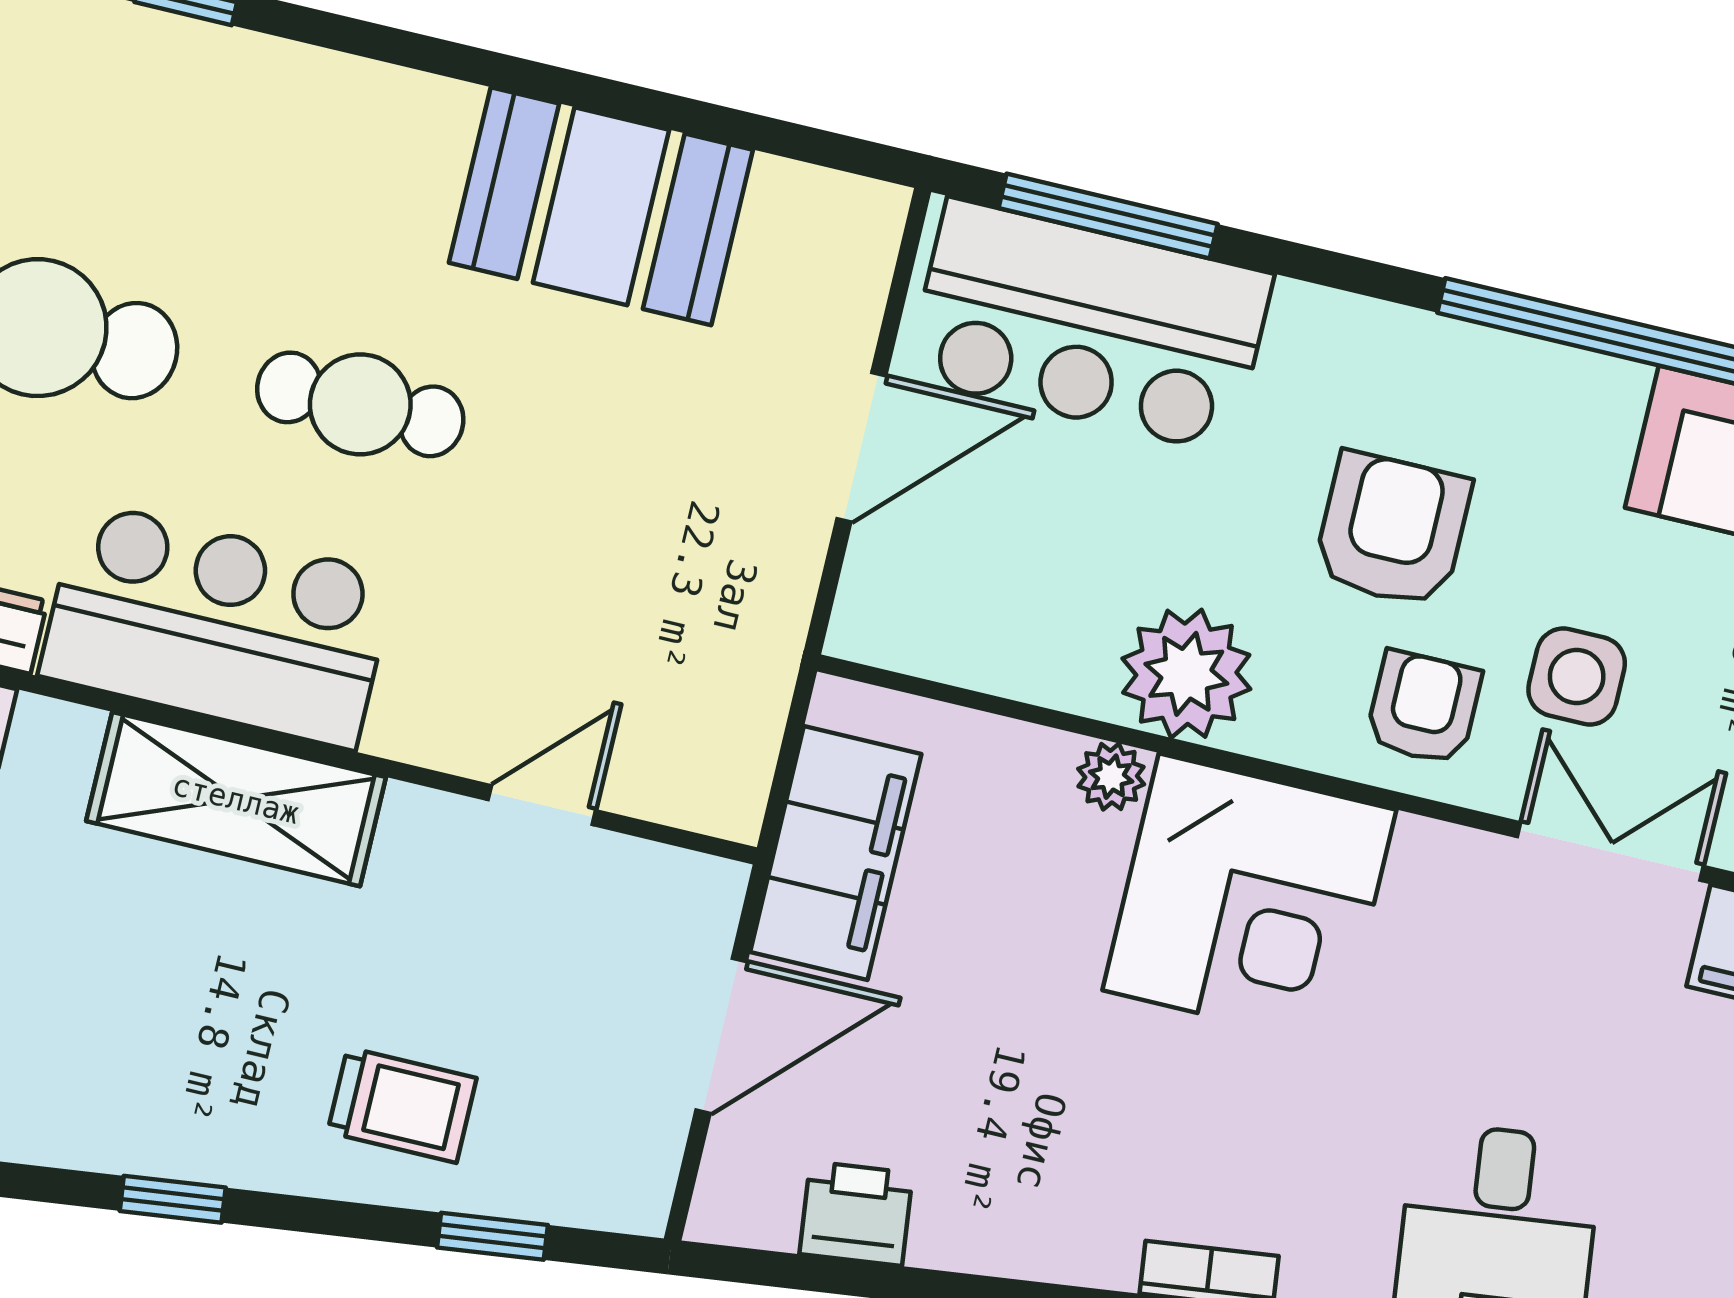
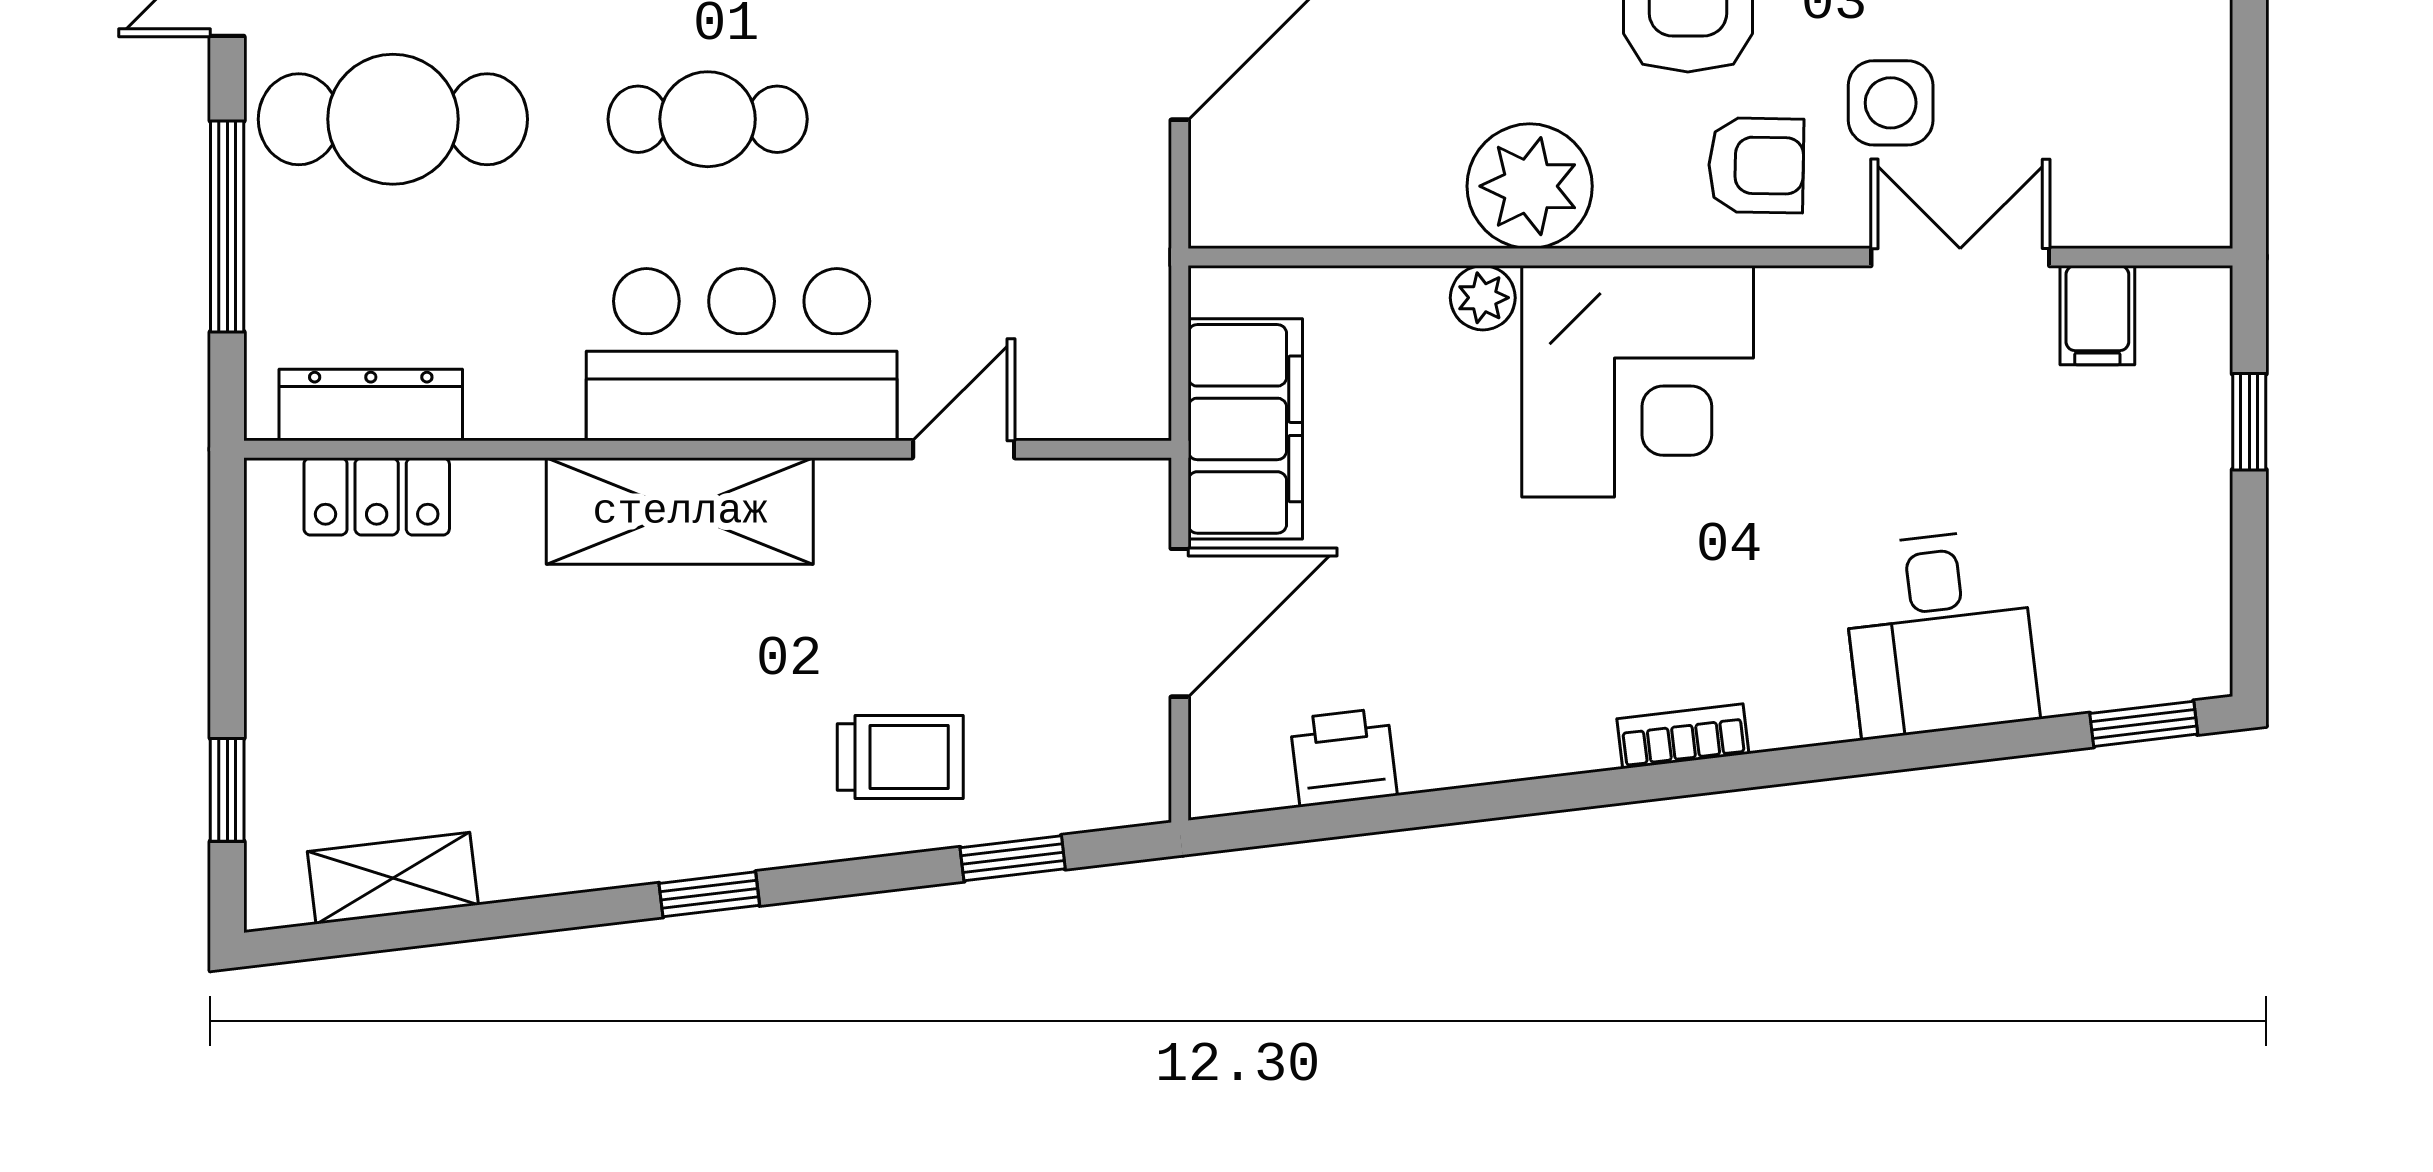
bar counter: (217, 625) -> (742, 355), moved
armchair: (1424, 708) -> (1756, 165), turned 91

